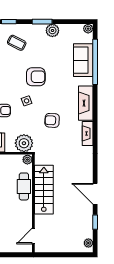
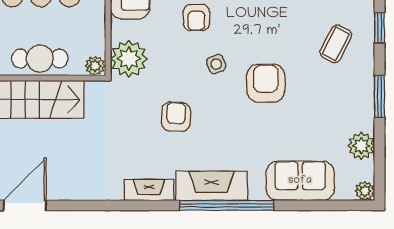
plant: (52, 30) -> (361, 146), moved
window: (95, 62) -> (227, 205), moved
armchair: (36, 77) -> (266, 83), turned 180

